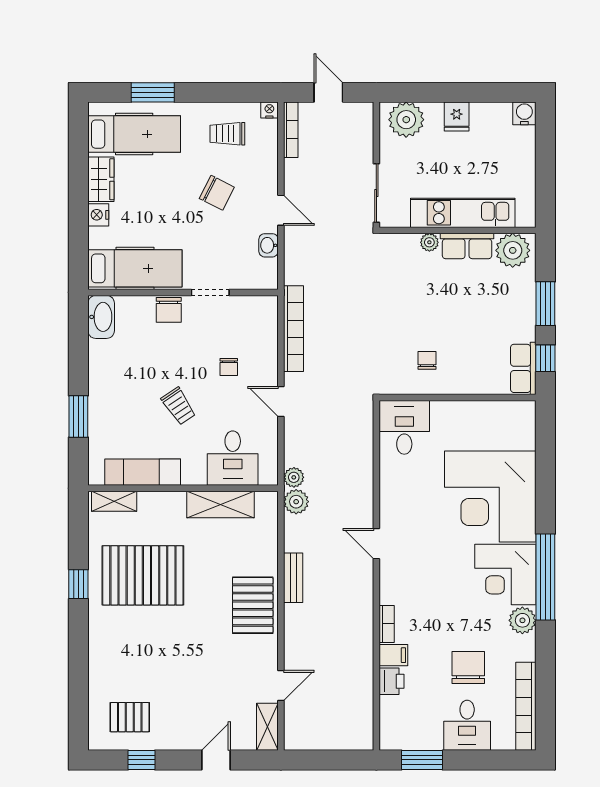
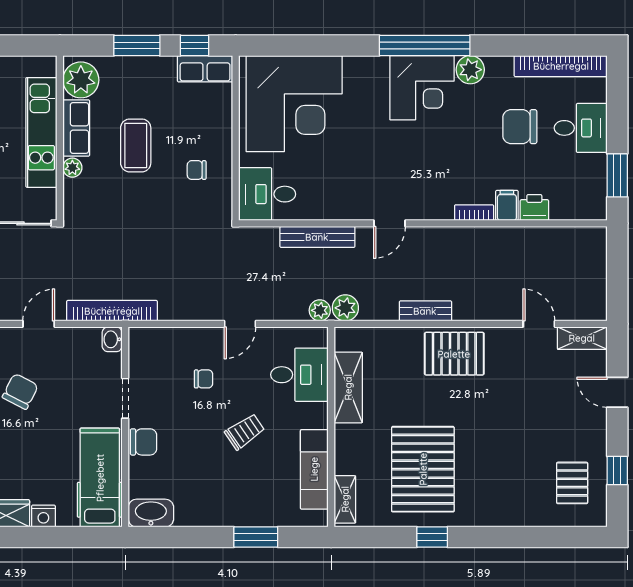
washbasin: (269, 245) -> (112, 339), moved, turned 90
coffee table: (450, 302) -> (136, 145), added
bookcase: (294, 329) -> (112, 311), moved
bench: (364, 475) -> (317, 237), added
corner desk: (490, 496) -> (294, 104), moved

